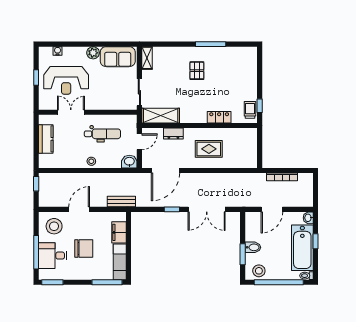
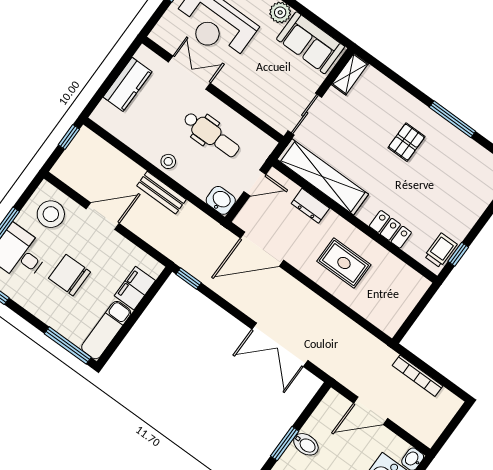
shelving: (161, 116) -> (323, 177), width x1.47
bench: (121, 202) -> (161, 193), moved
window: (172, 209) -> (189, 278), moved
chair: (84, 249) -> (70, 275), turned 180

